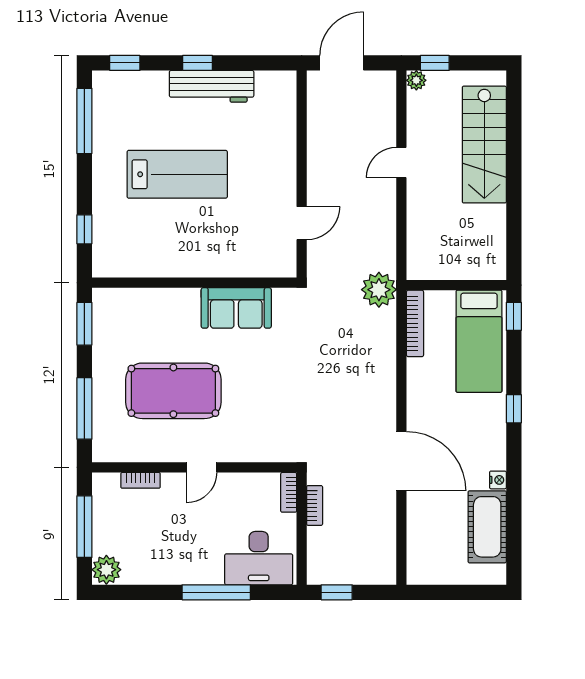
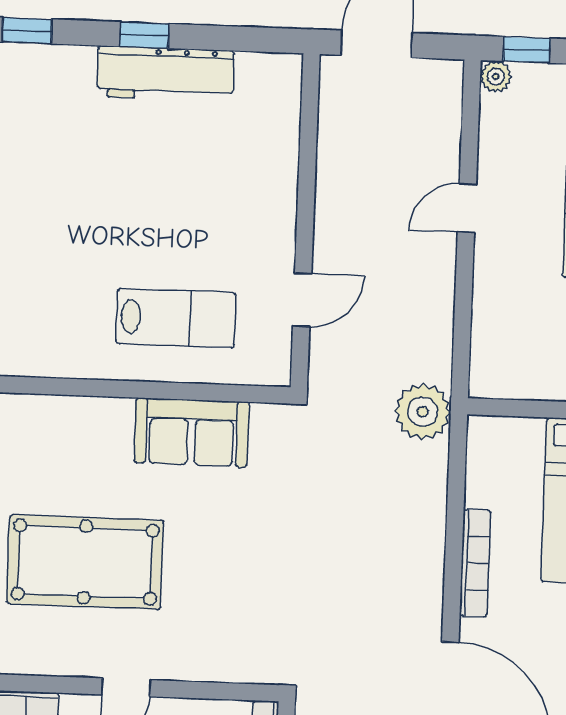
lab bench: (177, 174) -> (176, 318), moved, width x0.73, depth x0.72
bookcase: (415, 323) -> (475, 563), moved

